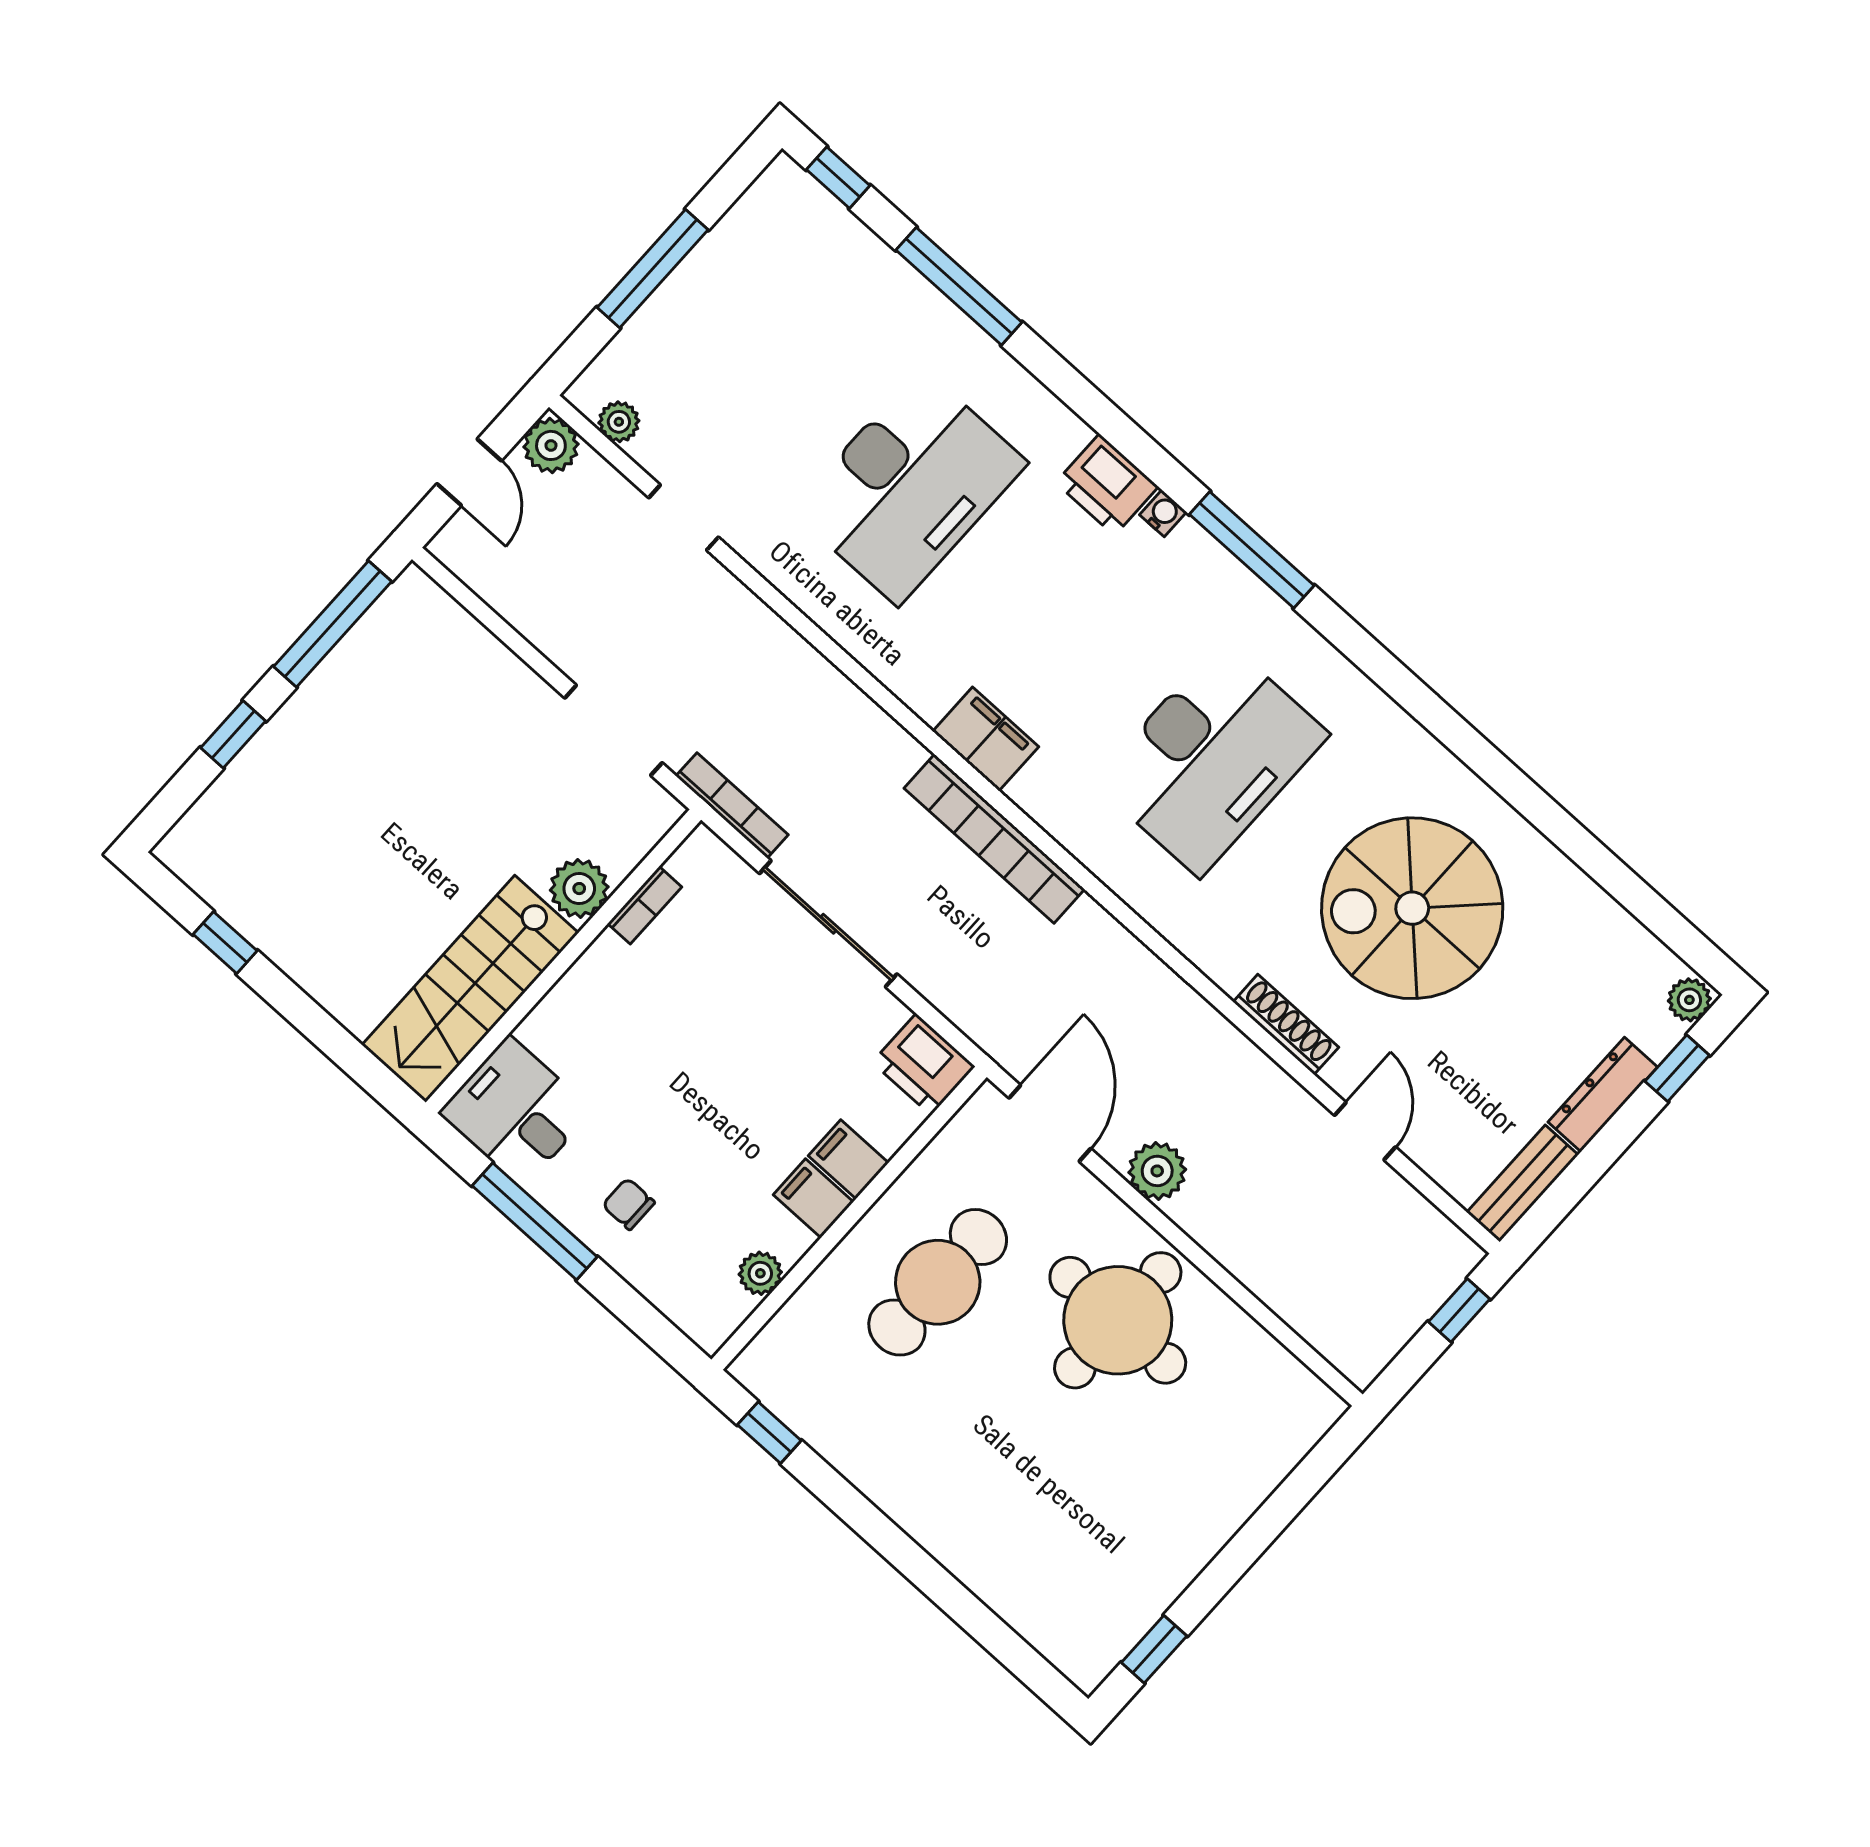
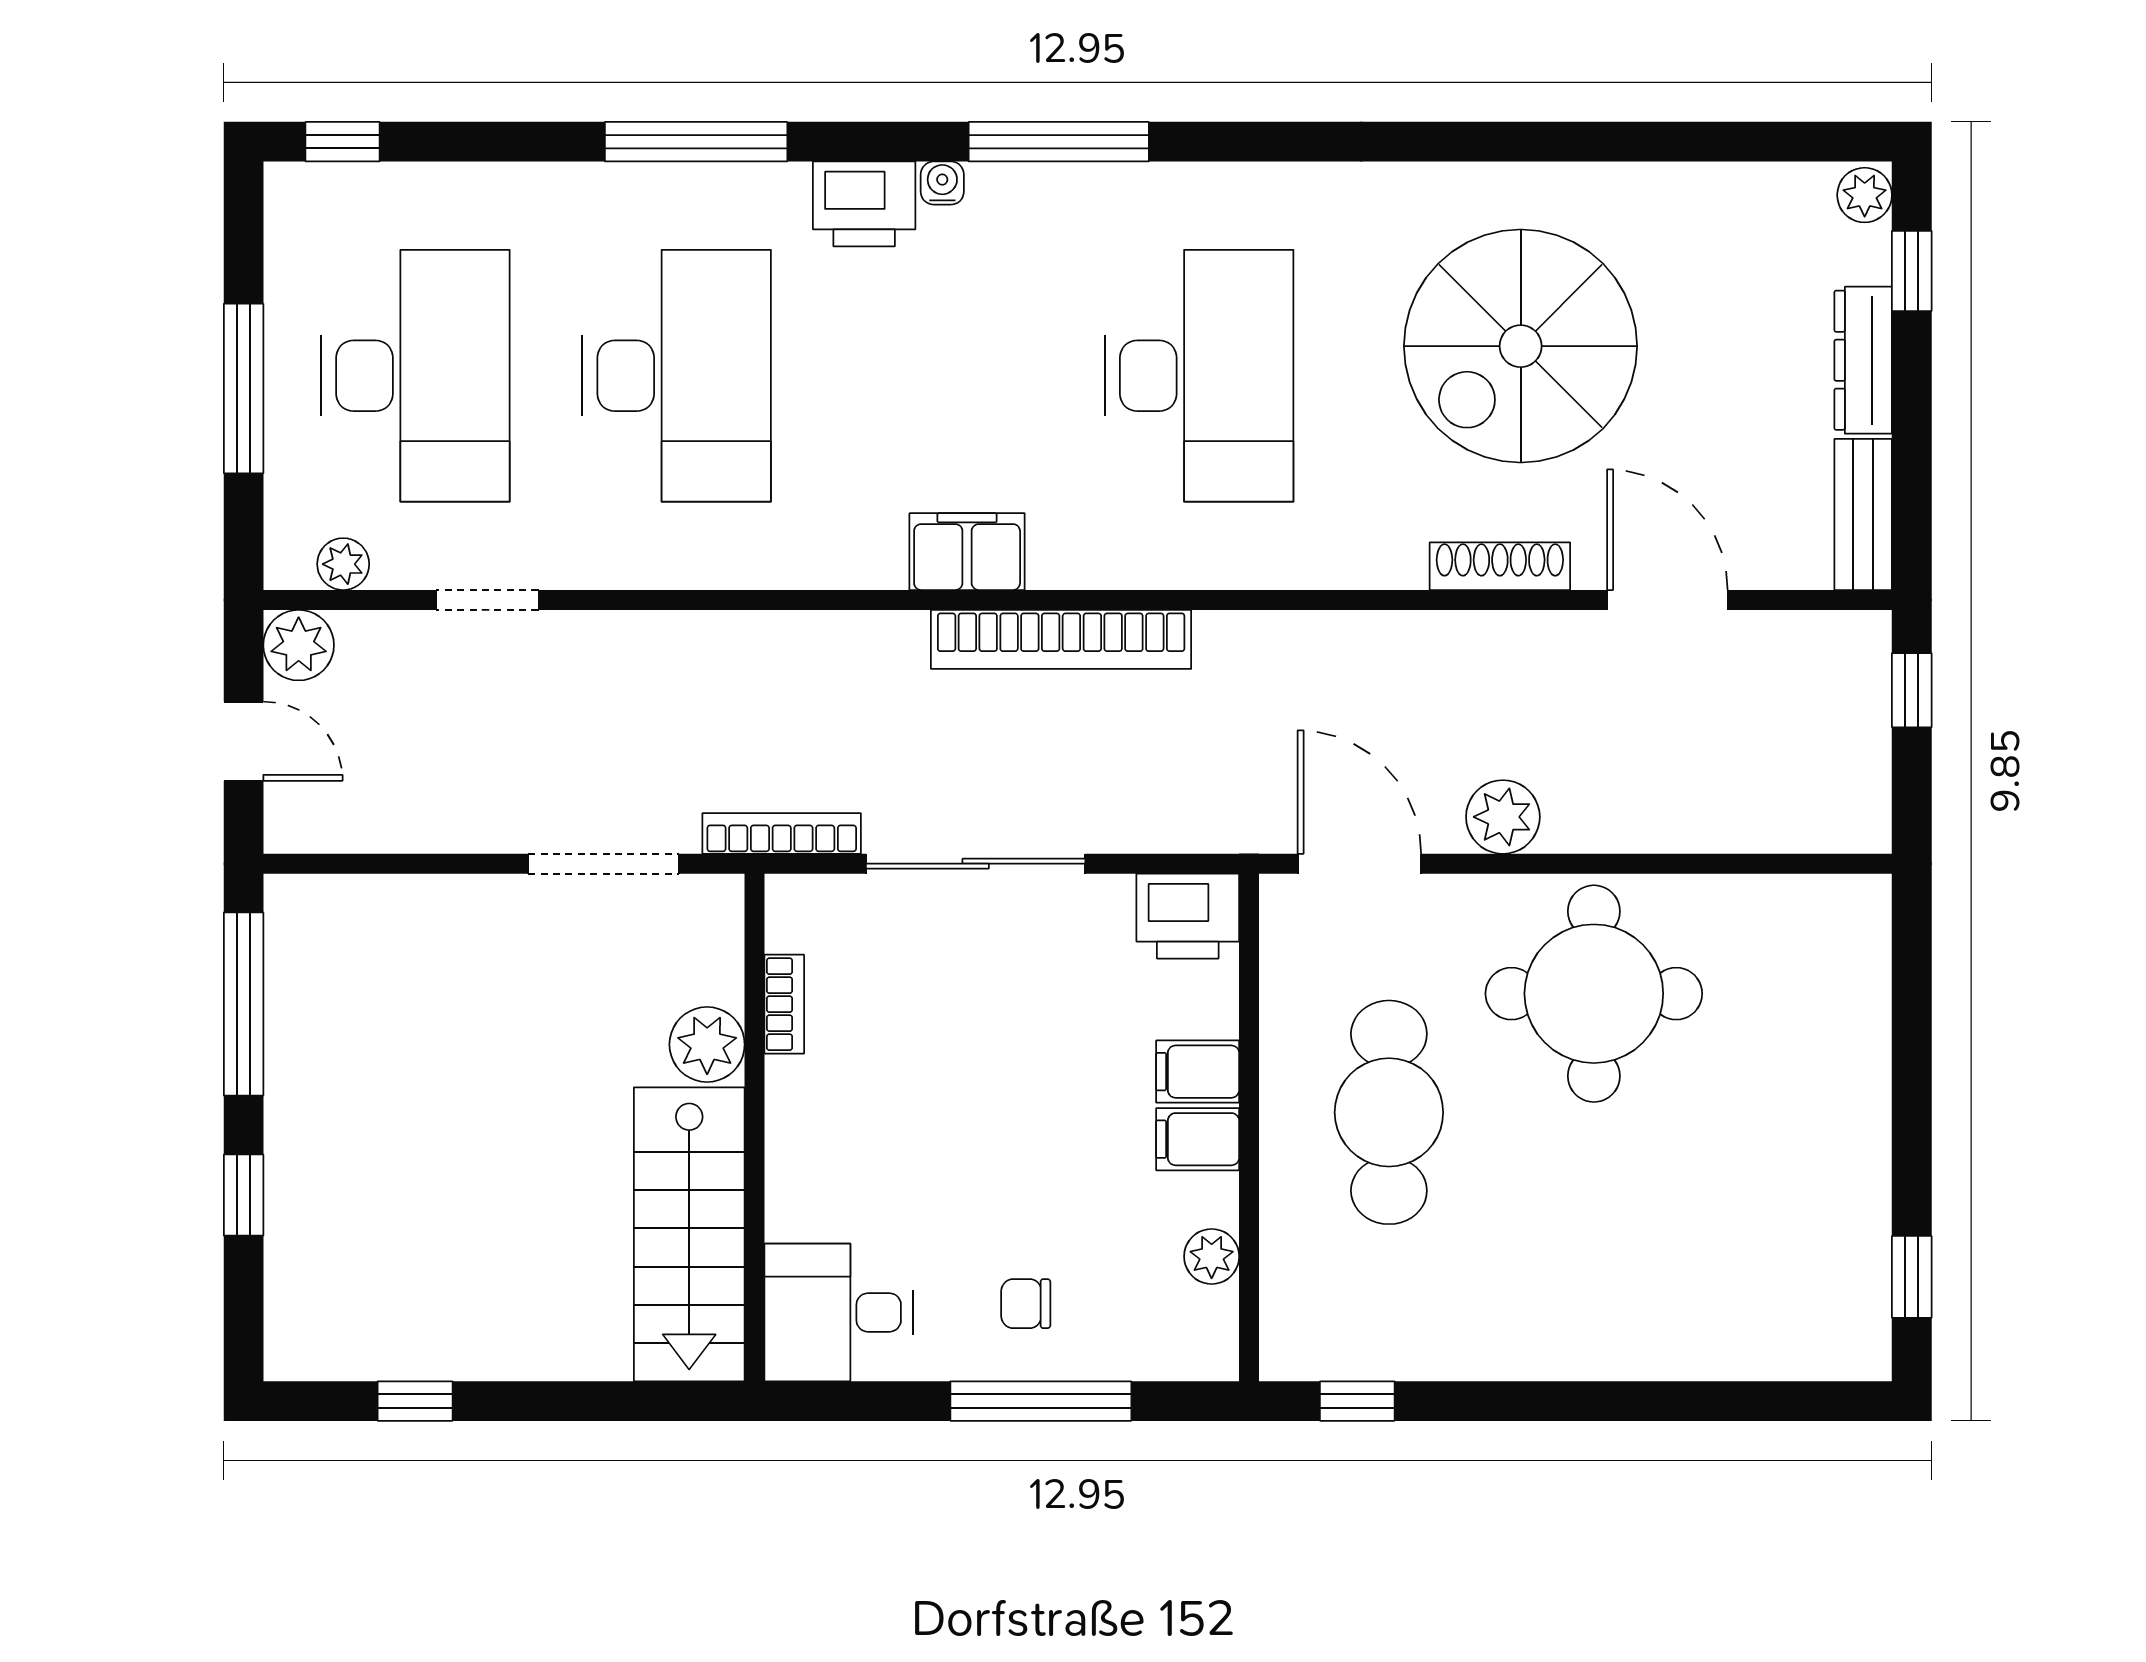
window: (959, 286) -> (696, 142), moved
desk: (759, 351) -> (415, 376), added
door: (1365, 1131) -> (1667, 600), width x1.38
window: (535, 1221) -> (1041, 1401), moved

